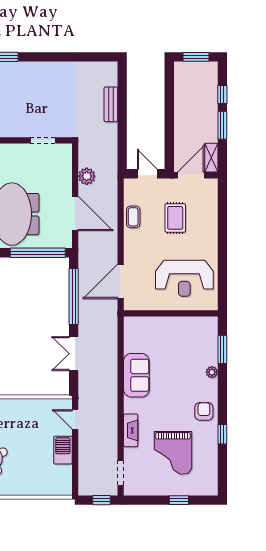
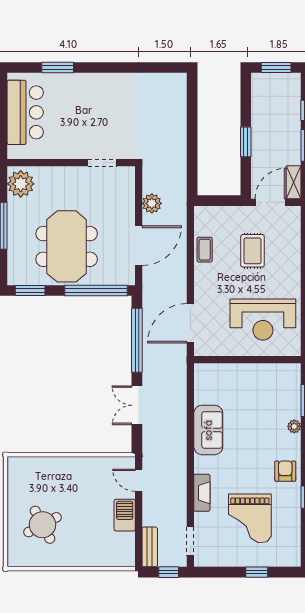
bench: (111, 104) -> (150, 547), moved
window: (169, 122) -> (246, 142), added
door: (147, 174) -> (221, 201), removed
door: (75, 213) -> (139, 246), hinge flipped

